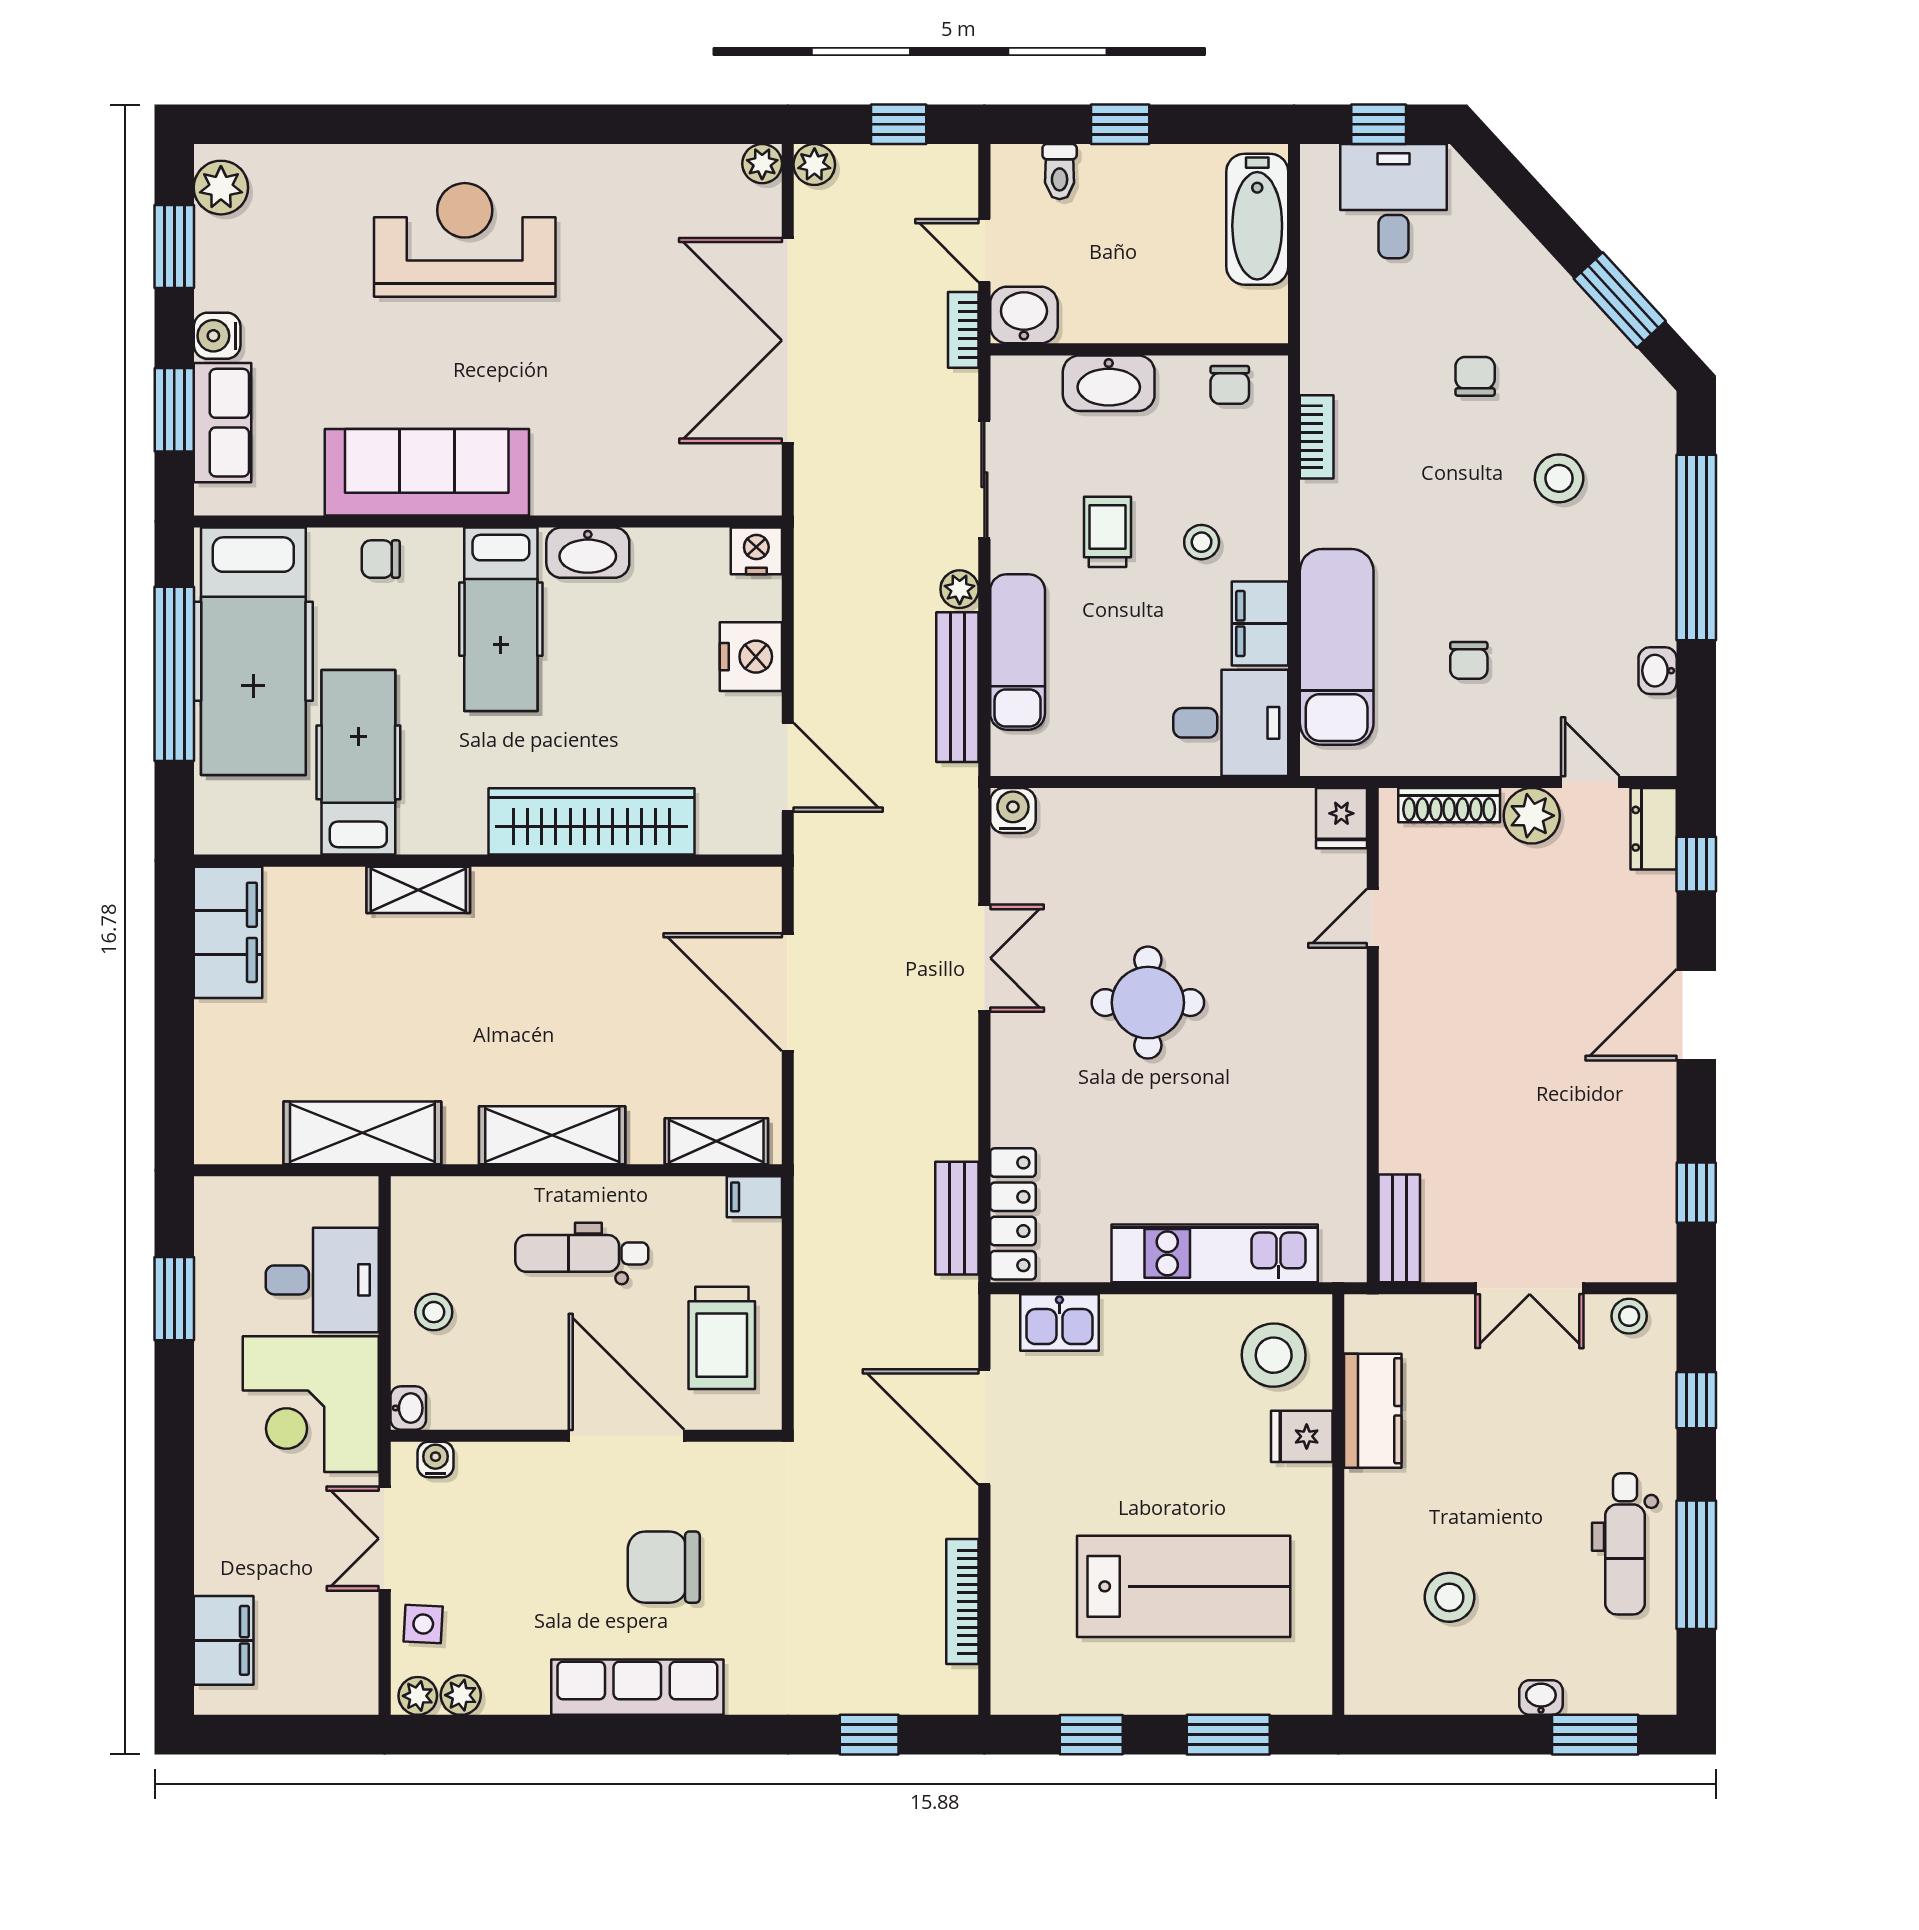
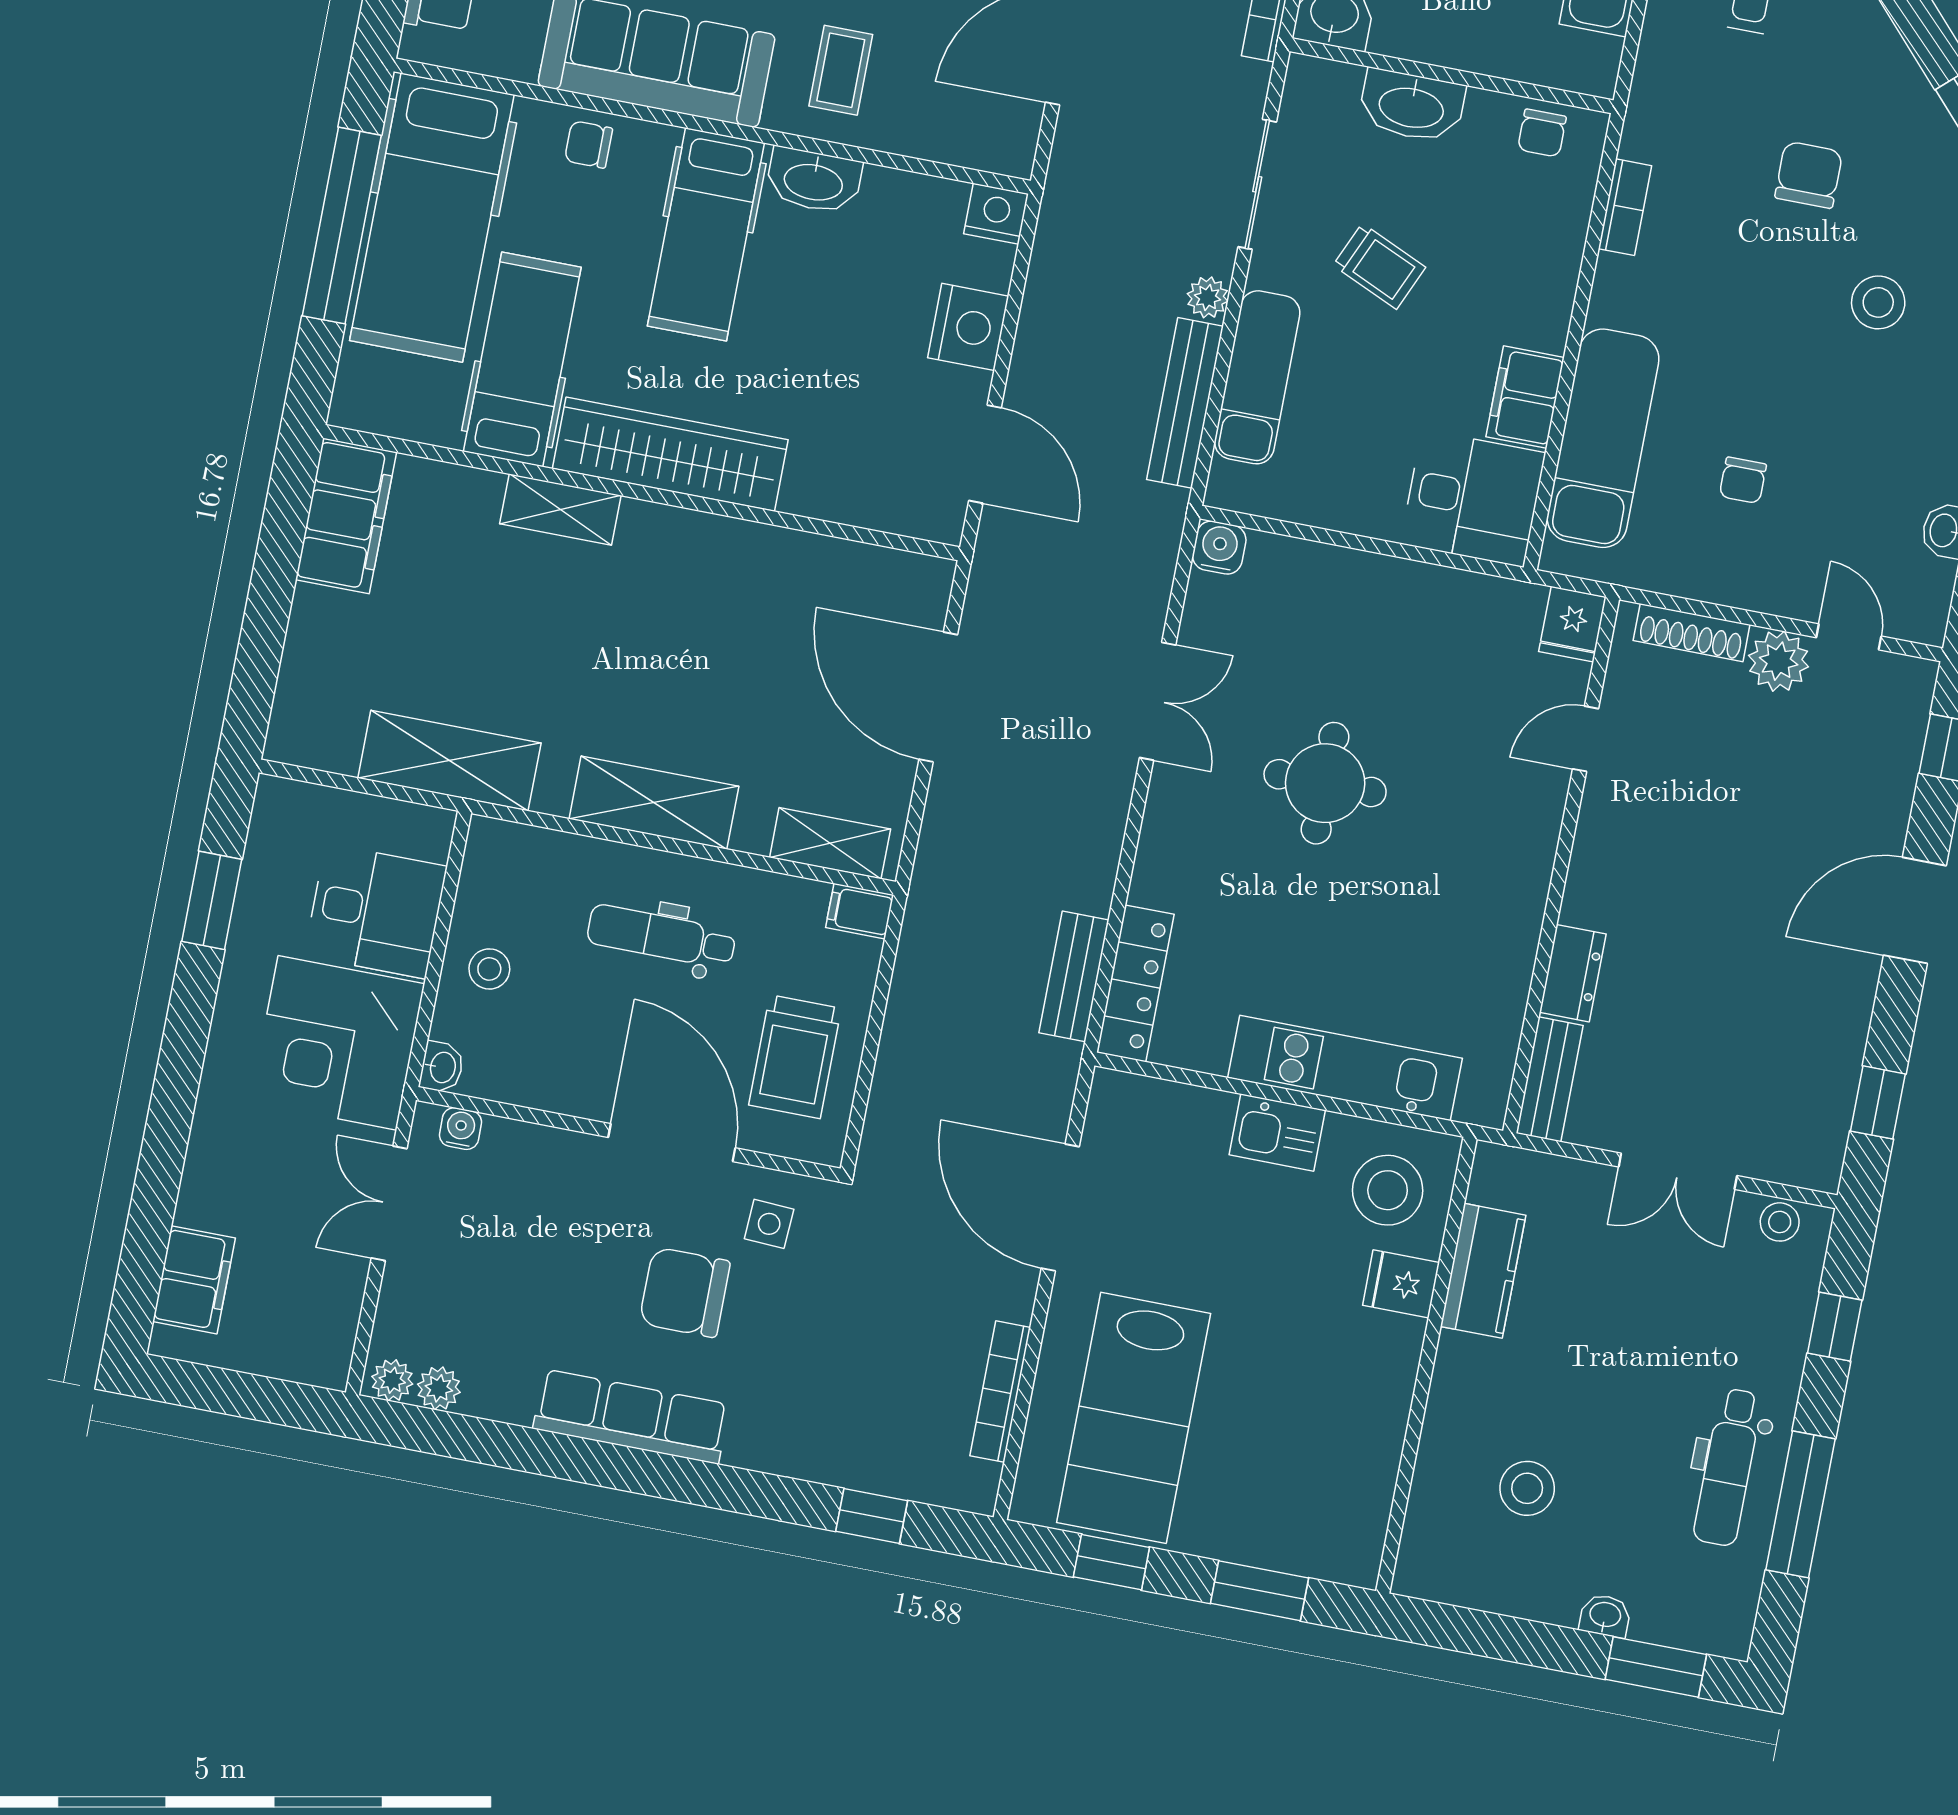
chair: (1475, 376) -> (1809, 175), width x1.37, depth x1.37
coffee table: (593, 449) -> (841, 70), added
trolley: (1107, 532) -> (1379, 266), turned 114
stool: (1202, 542) -> (1479, 297), removed
wardrobe: (591, 821) -> (670, 454), moved
dresser: (1654, 829) -> (1573, 973), moved, turned 180
kitchen sink: (1059, 1323) -> (1277, 1132), moved
lab bench: (1184, 1586) -> (1134, 1418), moved, turned 90
side table: (423, 1624) -> (769, 1224), moved

